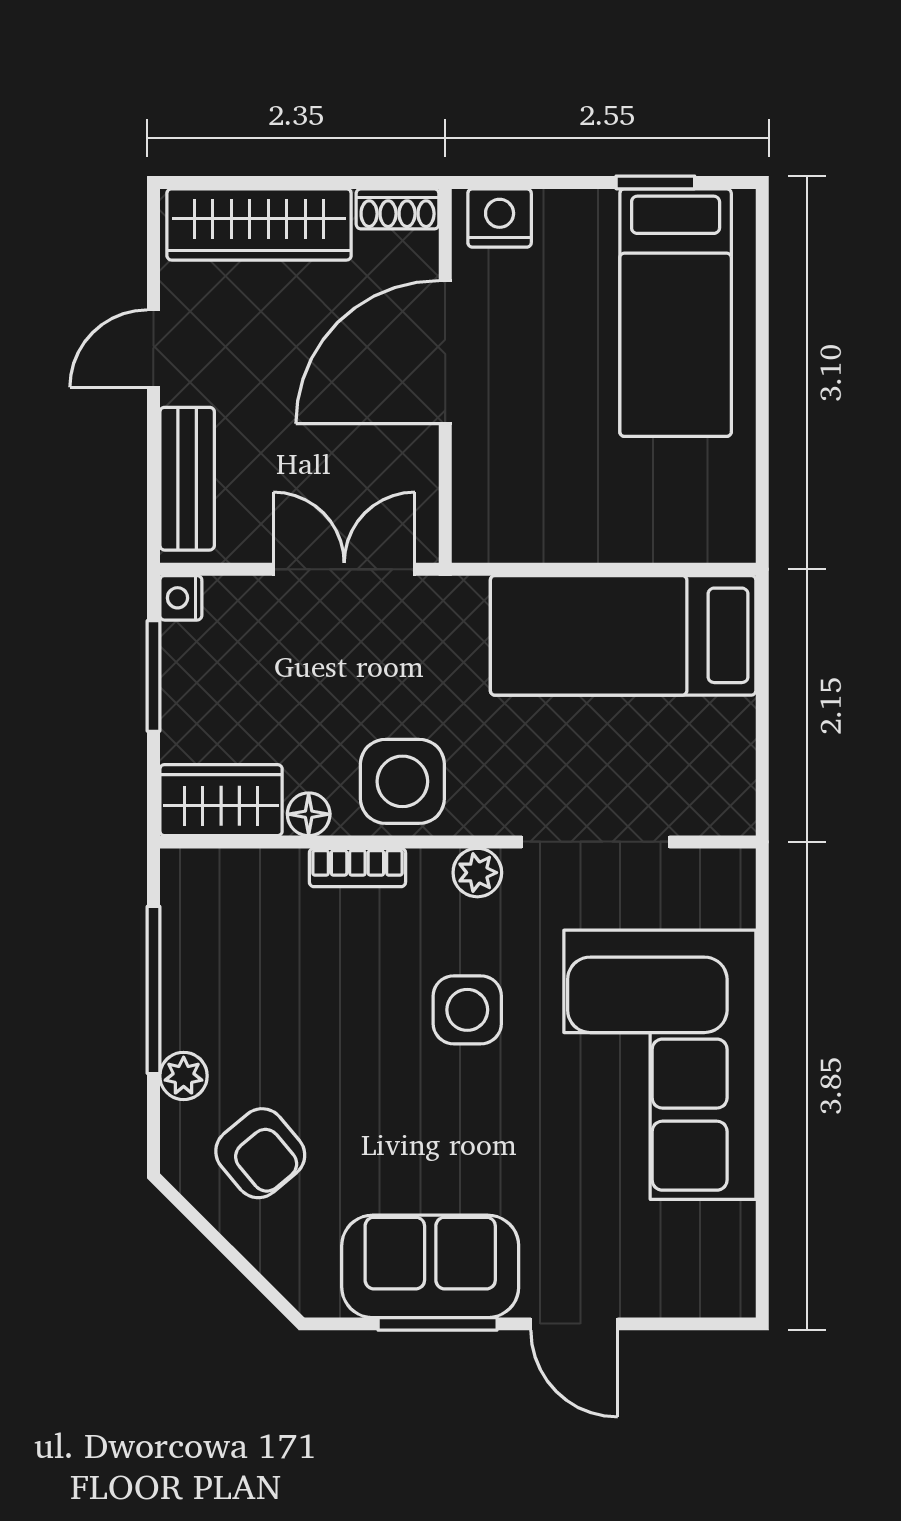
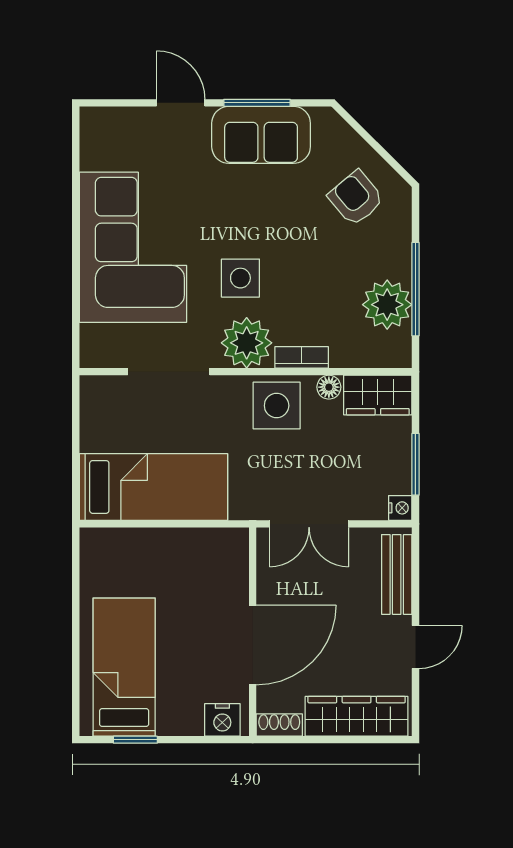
plant: (477, 873) -> (247, 343), width x1.88, depth x1.88
plant: (184, 1076) -> (387, 305), moved, width x1.88, depth x1.88

